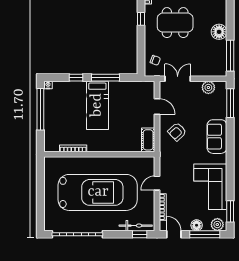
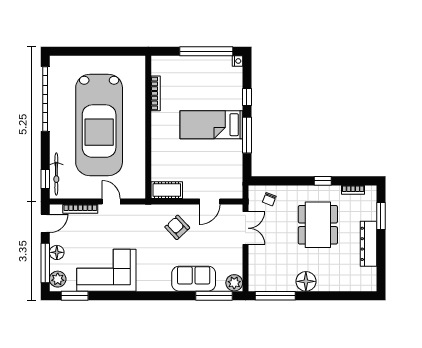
plant: (208, 87) -> (234, 283), moved
sofa: (217, 137) -> (194, 279), moved

